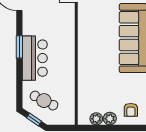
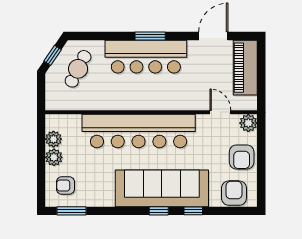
bar counter: (90, 55) -> (139, 131), added
bar counter: (35, 58) -> (146, 57), width x1.36

